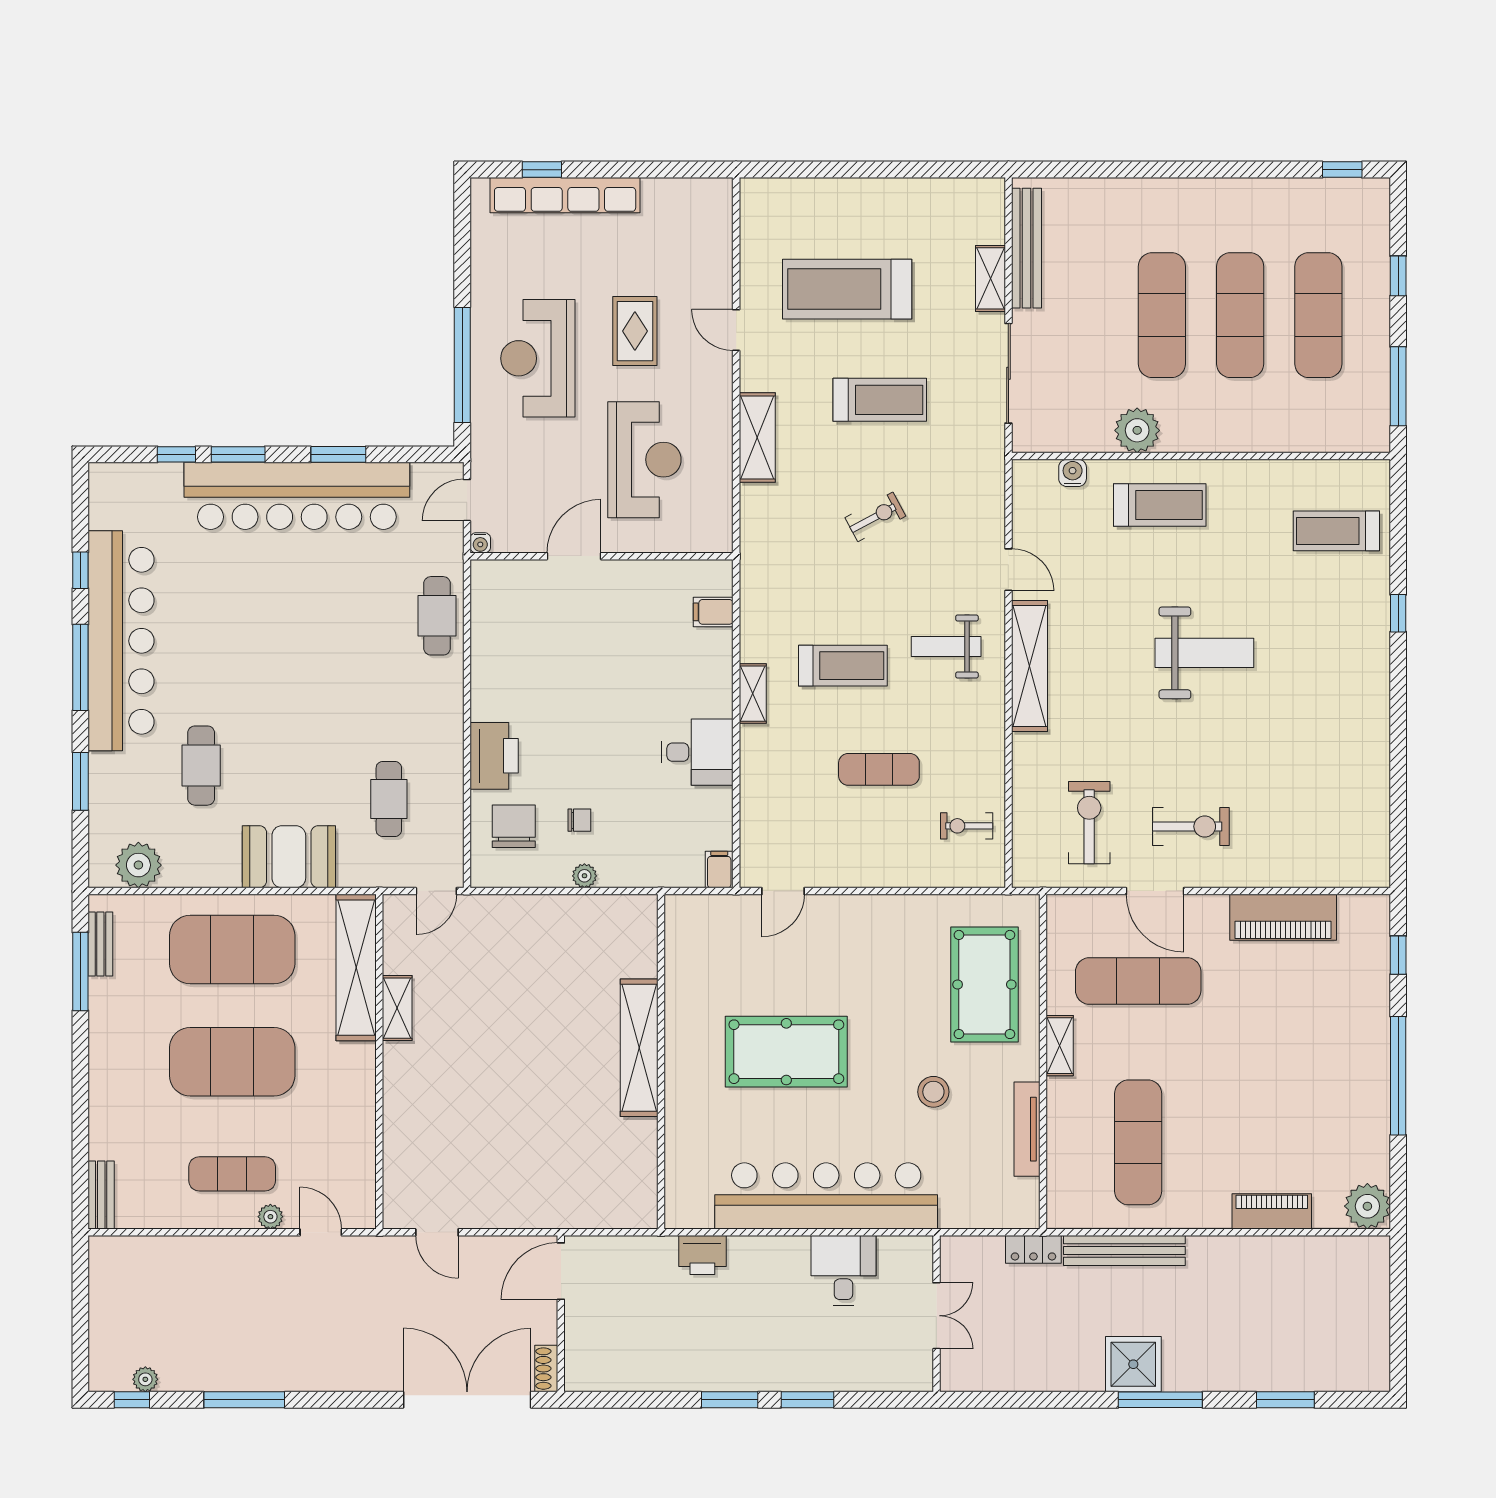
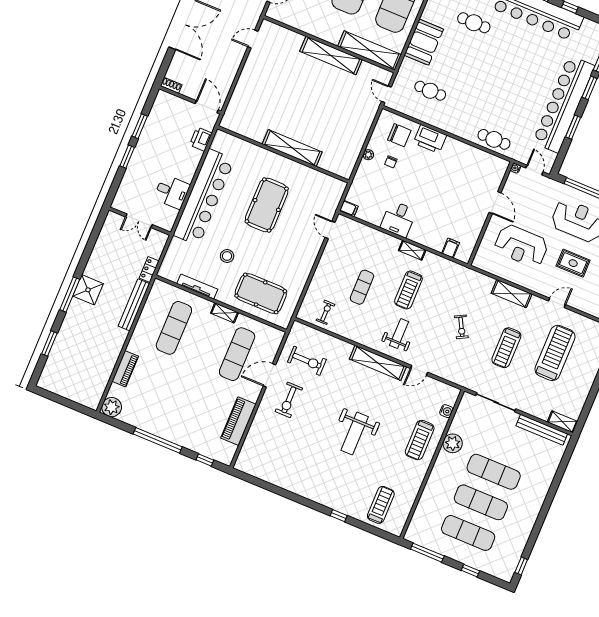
shelving: (990, 278) -> (562, 422), moved
shelving: (397, 1008) -> (331, 55), width x2.20, depth x1.33
exercise mat: (1138, 1142) -> (174, 328), turned 90
door: (561, 1271) -> (207, 107), moved
wall: (561, 1314) -> (190, 100), moved
shoe rack: (546, 1369) -> (171, 85), moved

